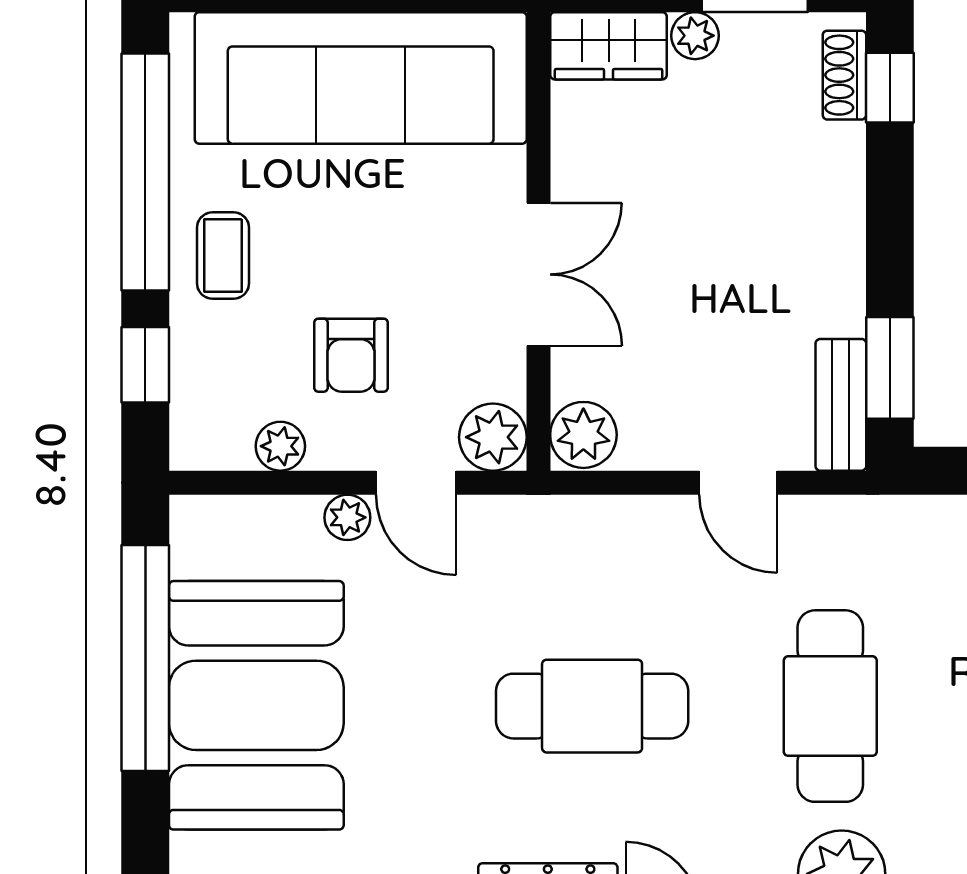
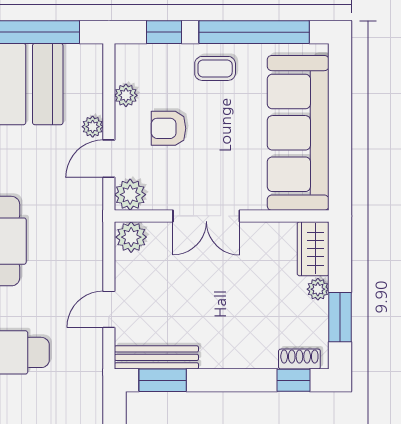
bench: (841, 405) -> (156, 357), width x1.36

